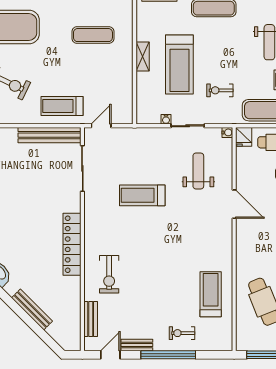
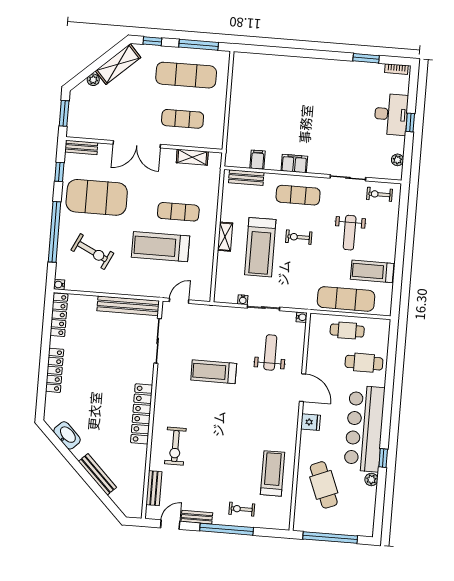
exercise bike: (220, 90) -> (299, 237), moved
treadmill: (62, 106) -> (160, 247), moved, width x1.37, depth x1.38
fridge: (244, 137) -> (311, 422), moved, turned -90

